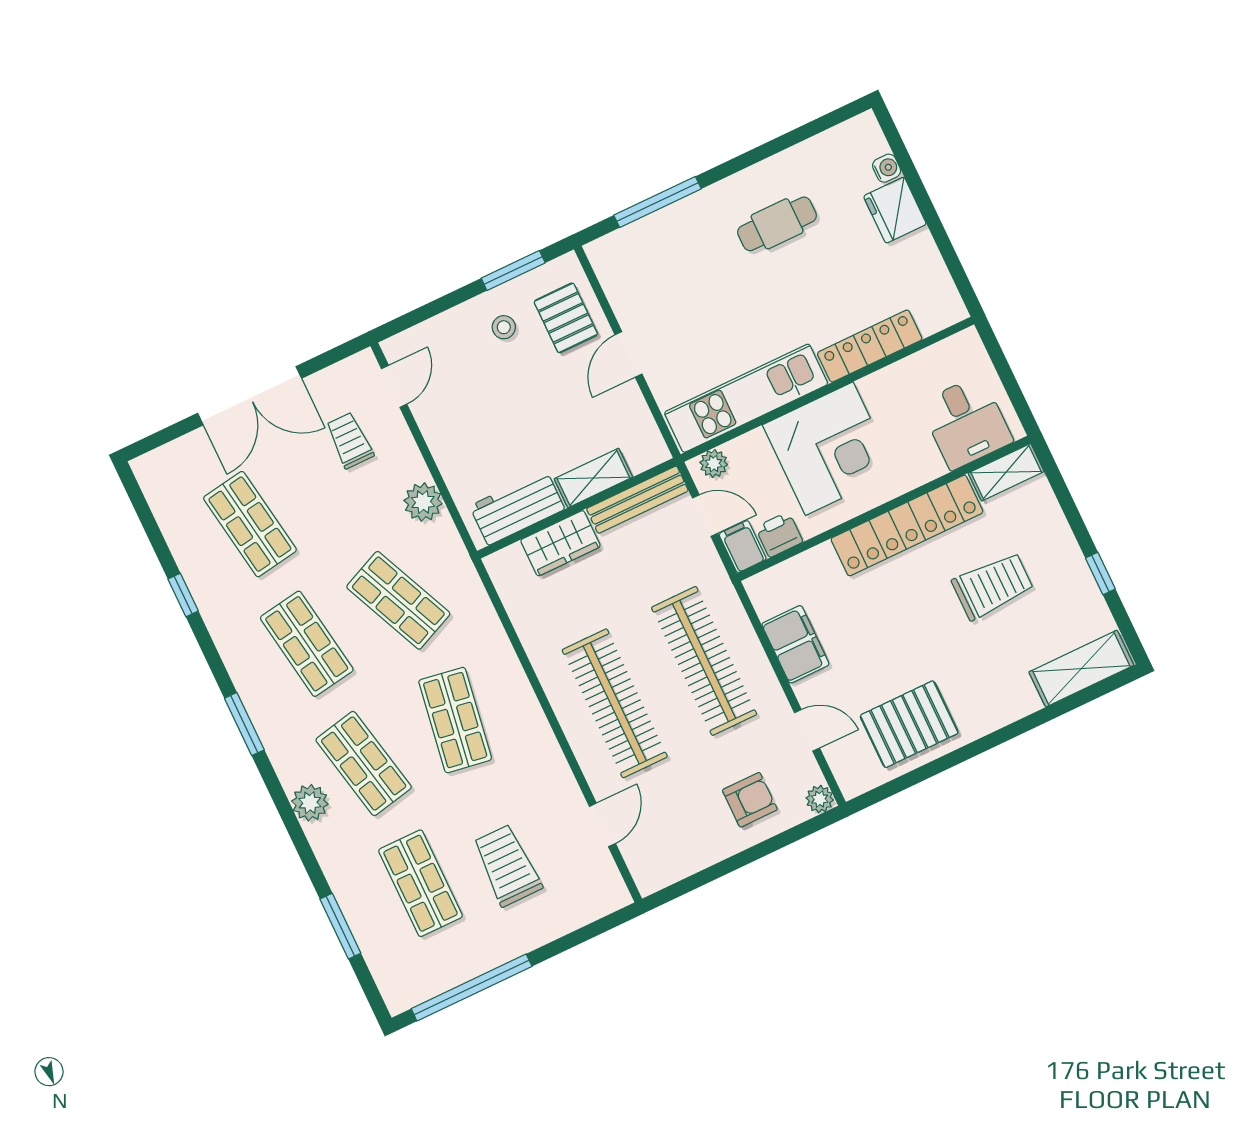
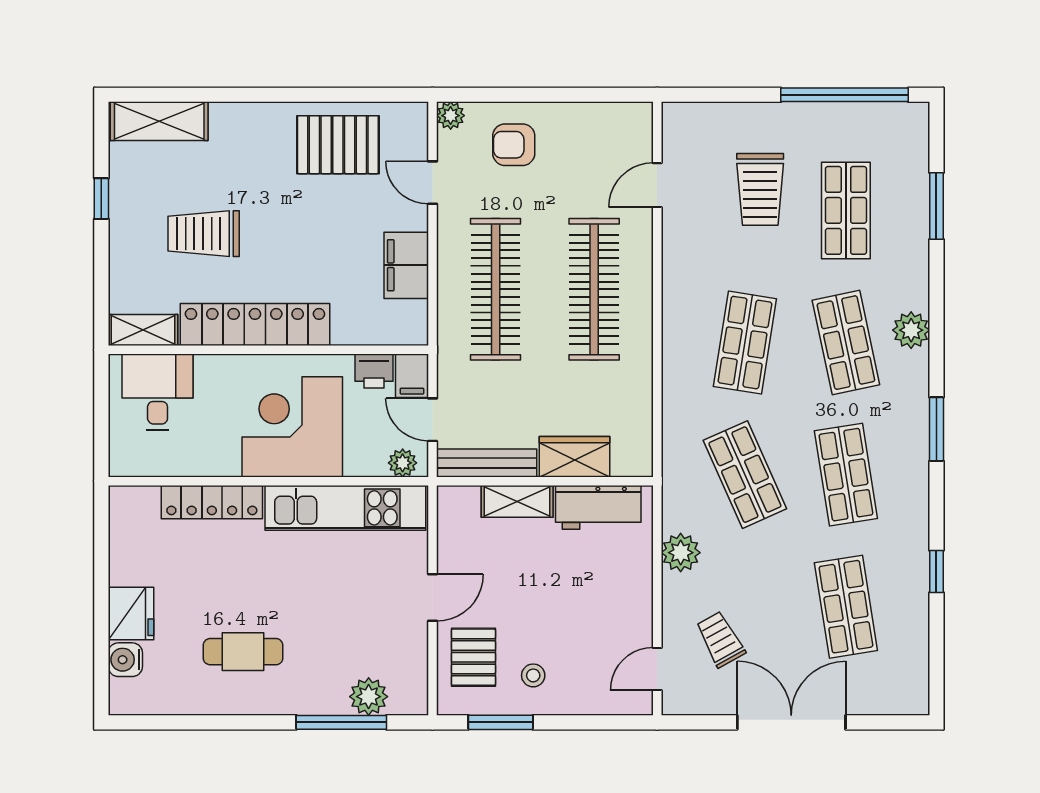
water cooler: (887, 168) -> (125, 660), width x1.38, depth x1.38
plant: (644, 237) -> (369, 697), added
trolley: (350, 440) -> (720, 639), turned 151

